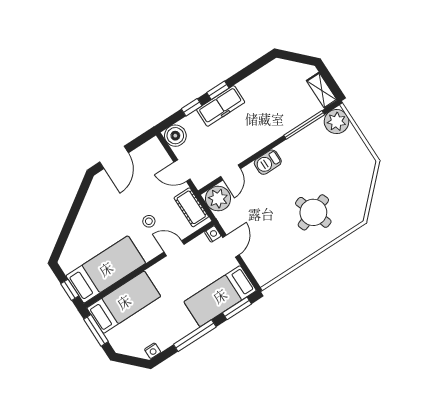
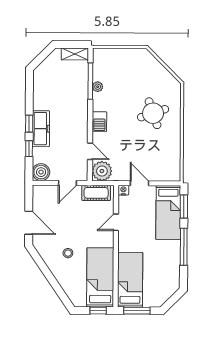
plant: (337, 122) -> (98, 87), moved, width x0.53, depth x0.53
stool: (149, 221) -> (68, 253), moved
nightstand: (153, 351) -> (175, 282), removed

